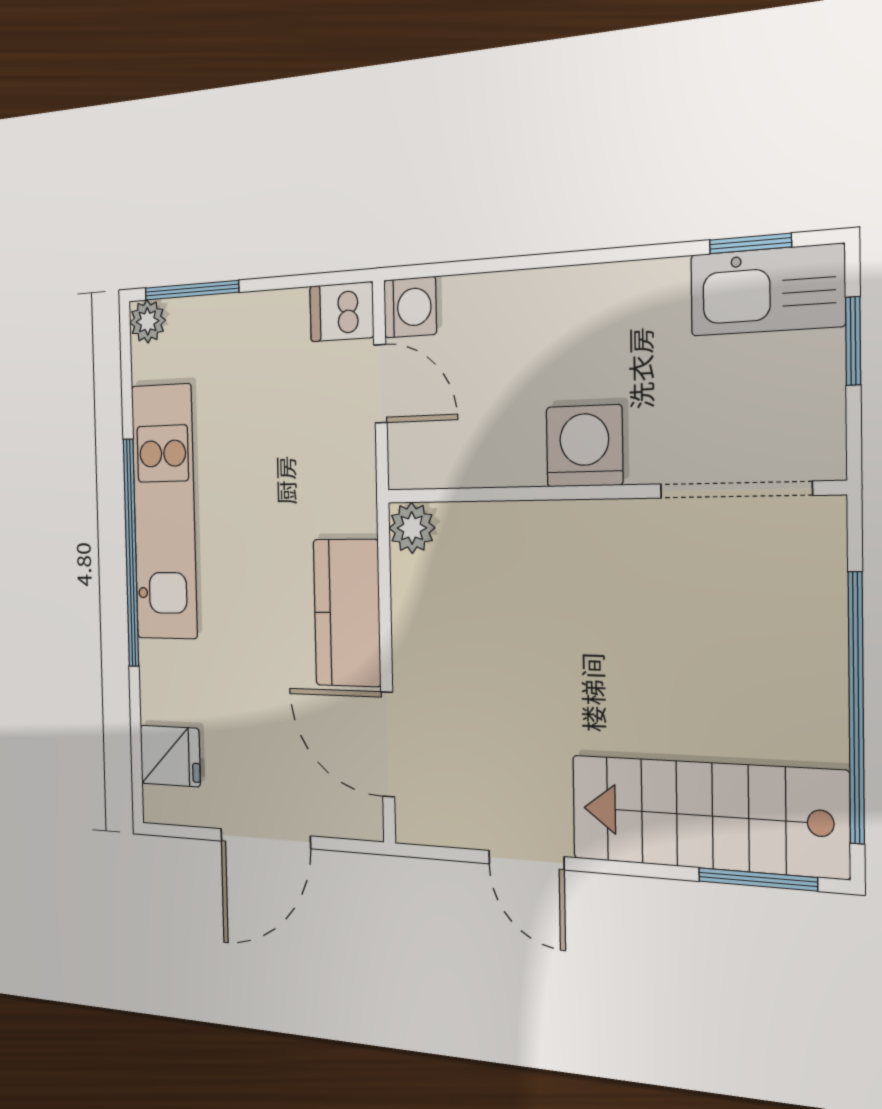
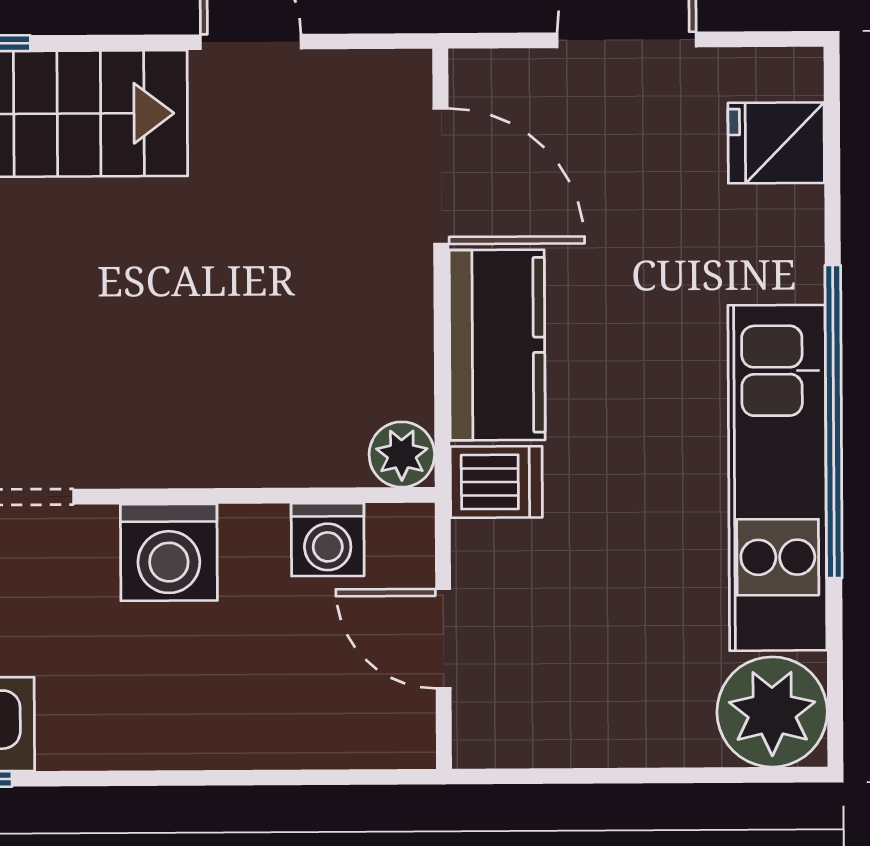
window: (192, 290) -> (726, 775), removed
washing machine: (410, 307) -> (328, 540), moved, turned -90
dishwasher: (342, 312) -> (496, 482), moved
plant: (148, 321) -> (772, 712), width x1.87, depth x1.87

